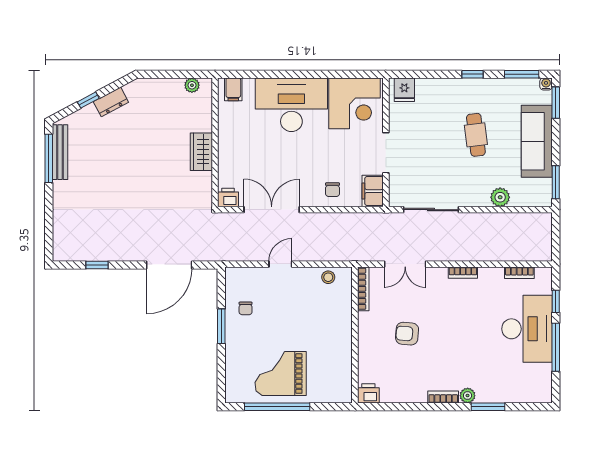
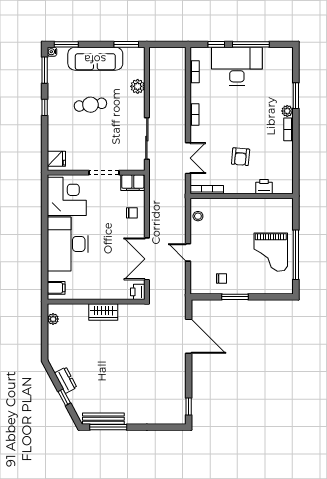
window: (97, 265) -> (189, 406), moved
printer: (368, 393) -> (264, 187), moved, turned 90

